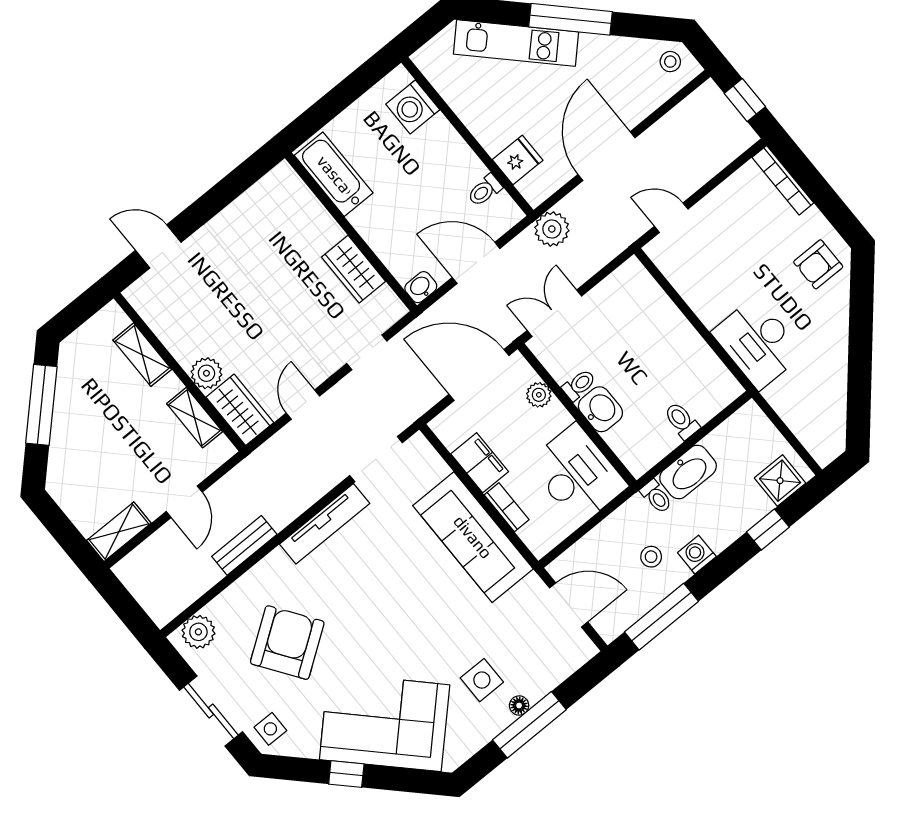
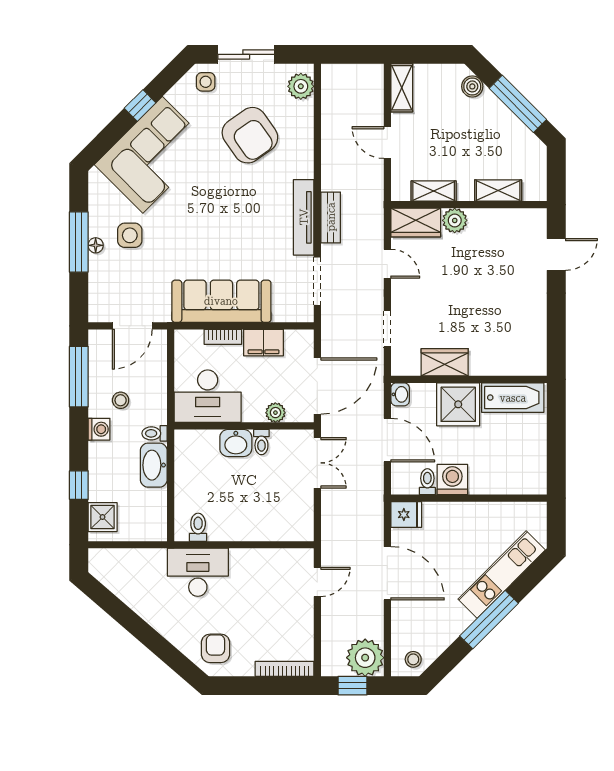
washing machine: (413, 107) -> (452, 479), moved
fridge: (518, 160) -> (406, 515), moved, turned -90
shower: (384, 222) -> (458, 404), added
plant: (552, 229) -> (365, 658), moved, width x1.36, depth x1.36
door: (476, 263) -> (387, 440), hinge flipped
toilet: (682, 421) -> (198, 527), moved, turned -90
boiler: (61, 464) -> (472, 86), added
bench: (244, 545) -> (331, 217), moved

